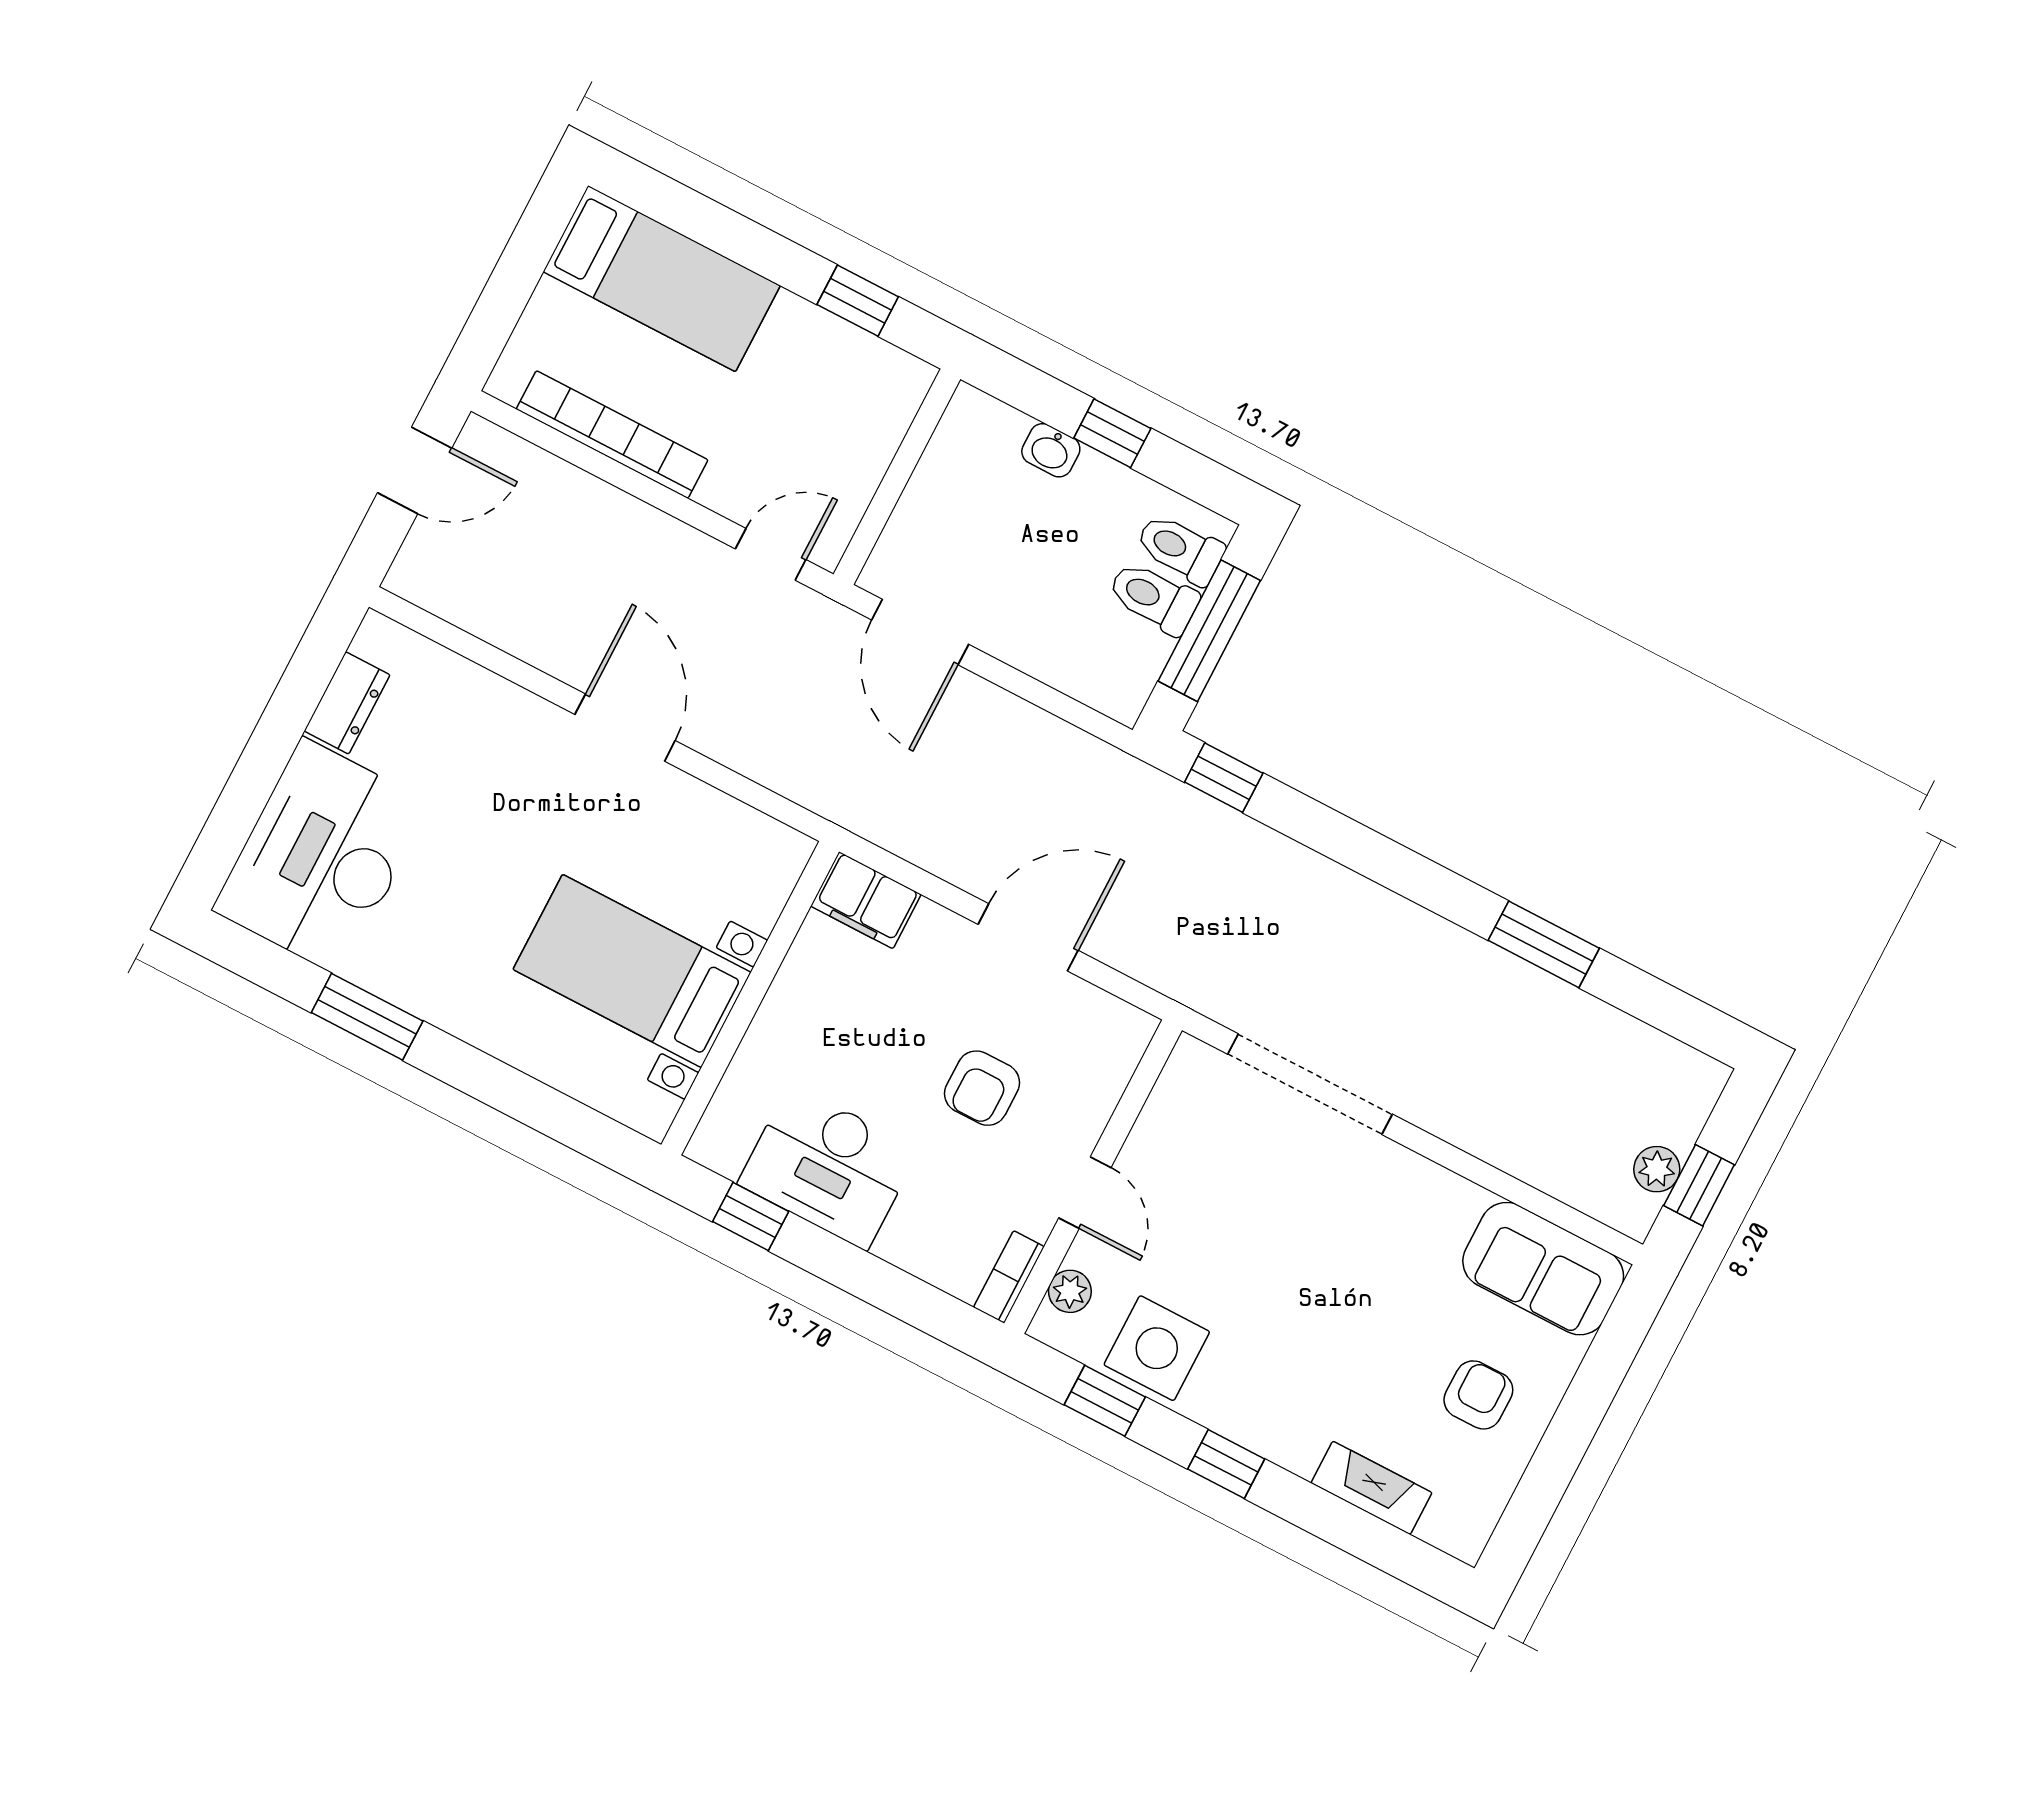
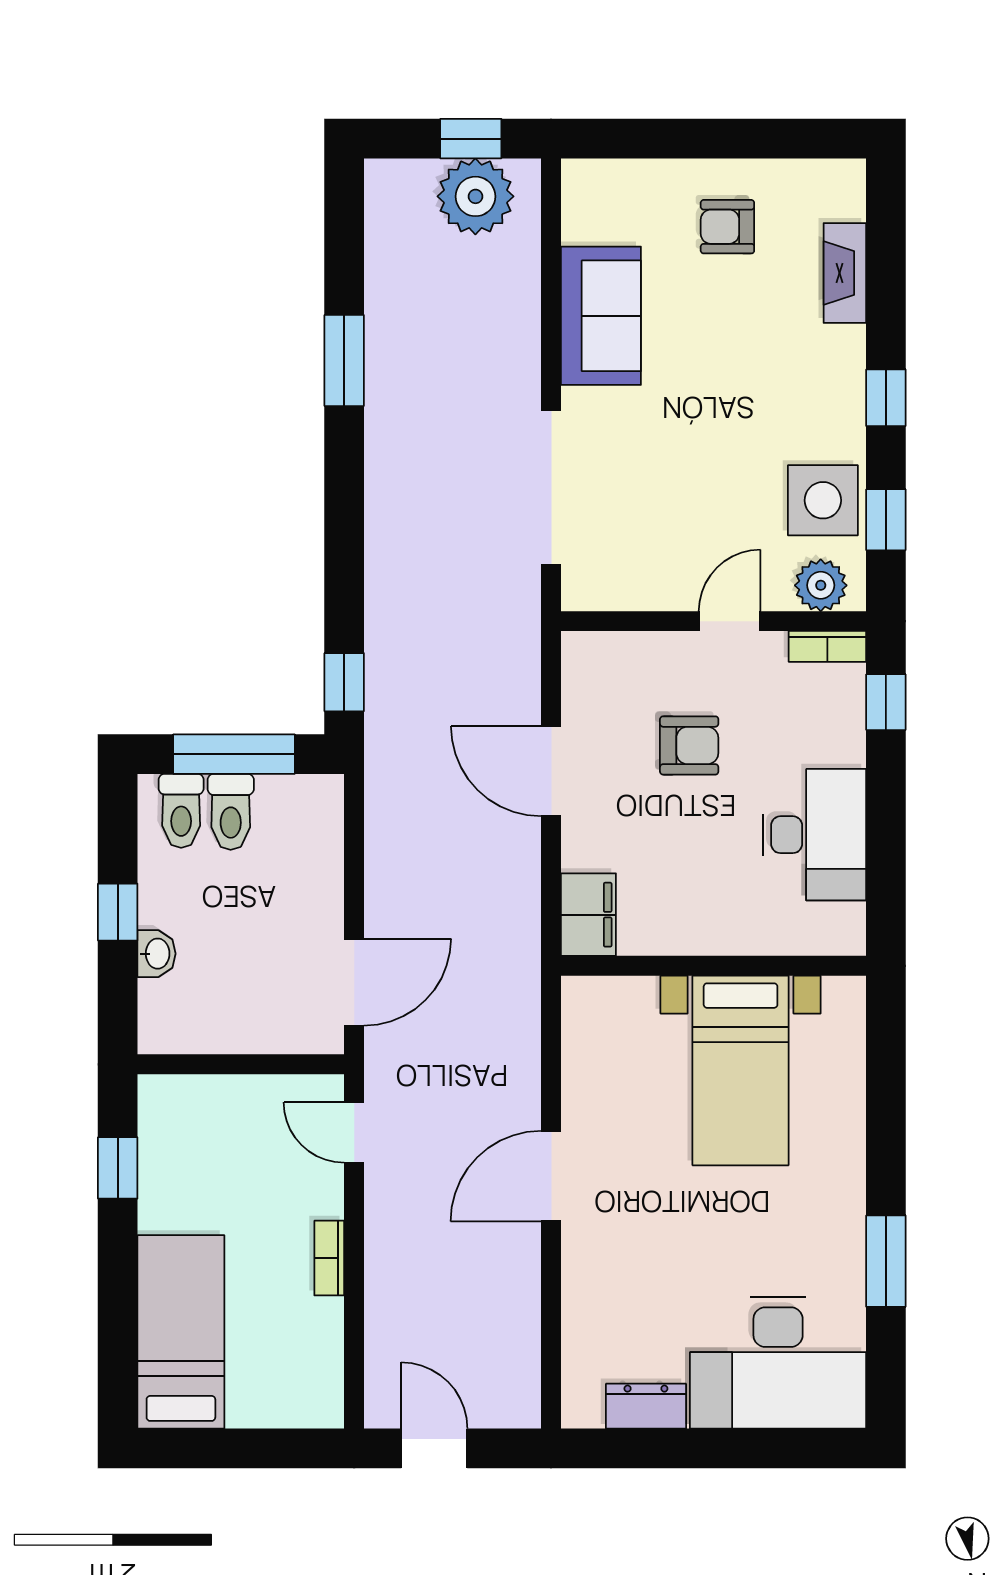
bookcase: (612, 434) -> (329, 1258), width x0.43, depth x0.76
plant: (1657, 1169) -> (475, 196), width x1.88, depth x1.88
window: (751, 1216) -> (886, 702), moved
sofa: (1543, 1269) -> (601, 316), moved
plant: (1070, 1291) -> (821, 585), width x1.38, depth x1.38

